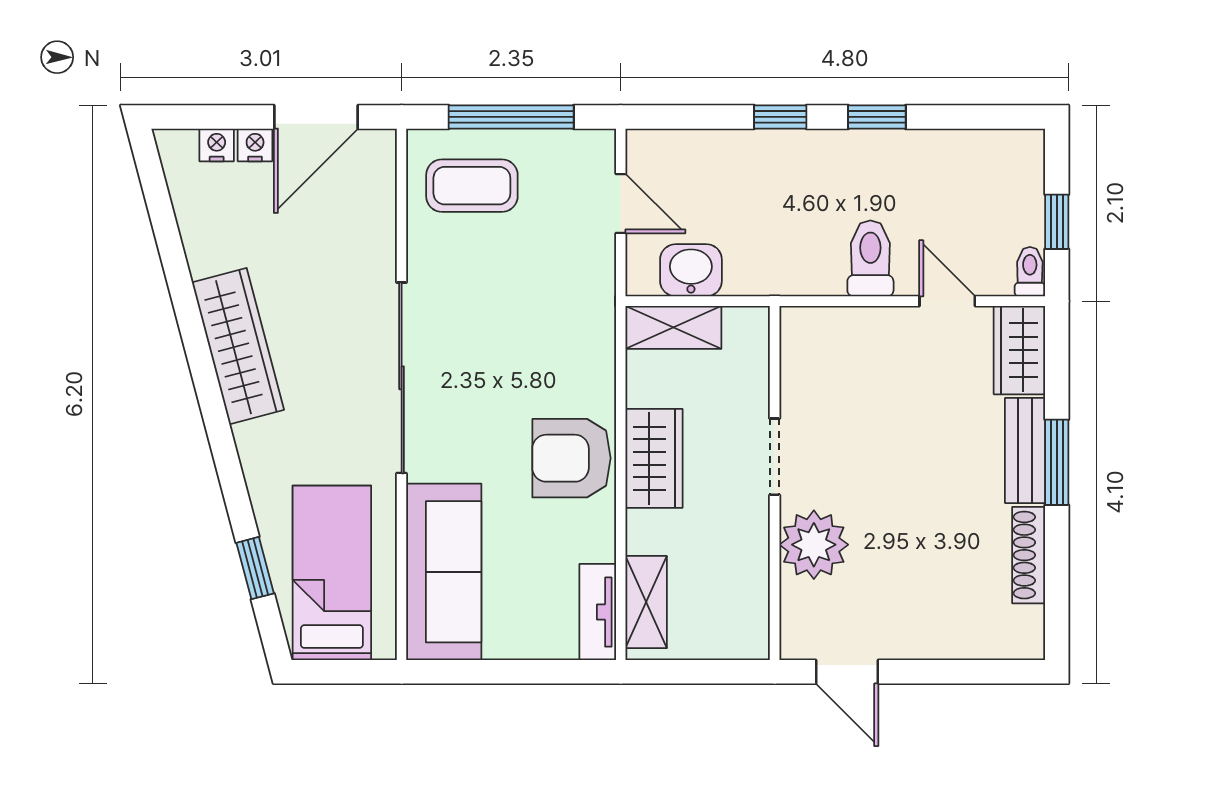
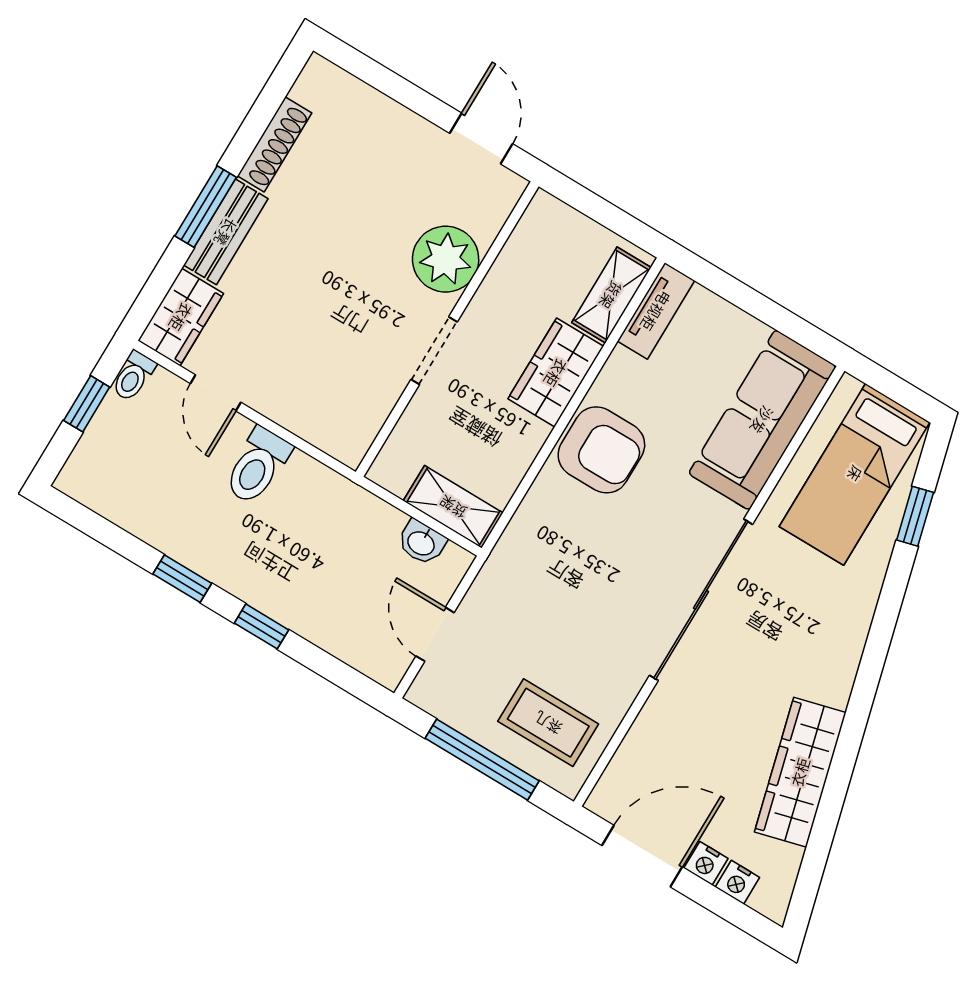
washbasin: (691, 270) -> (422, 542), width x0.72, depth x0.69
wardrobe: (238, 346) -> (800, 772), moved
wardrobe: (654, 458) -> (556, 373), moved

